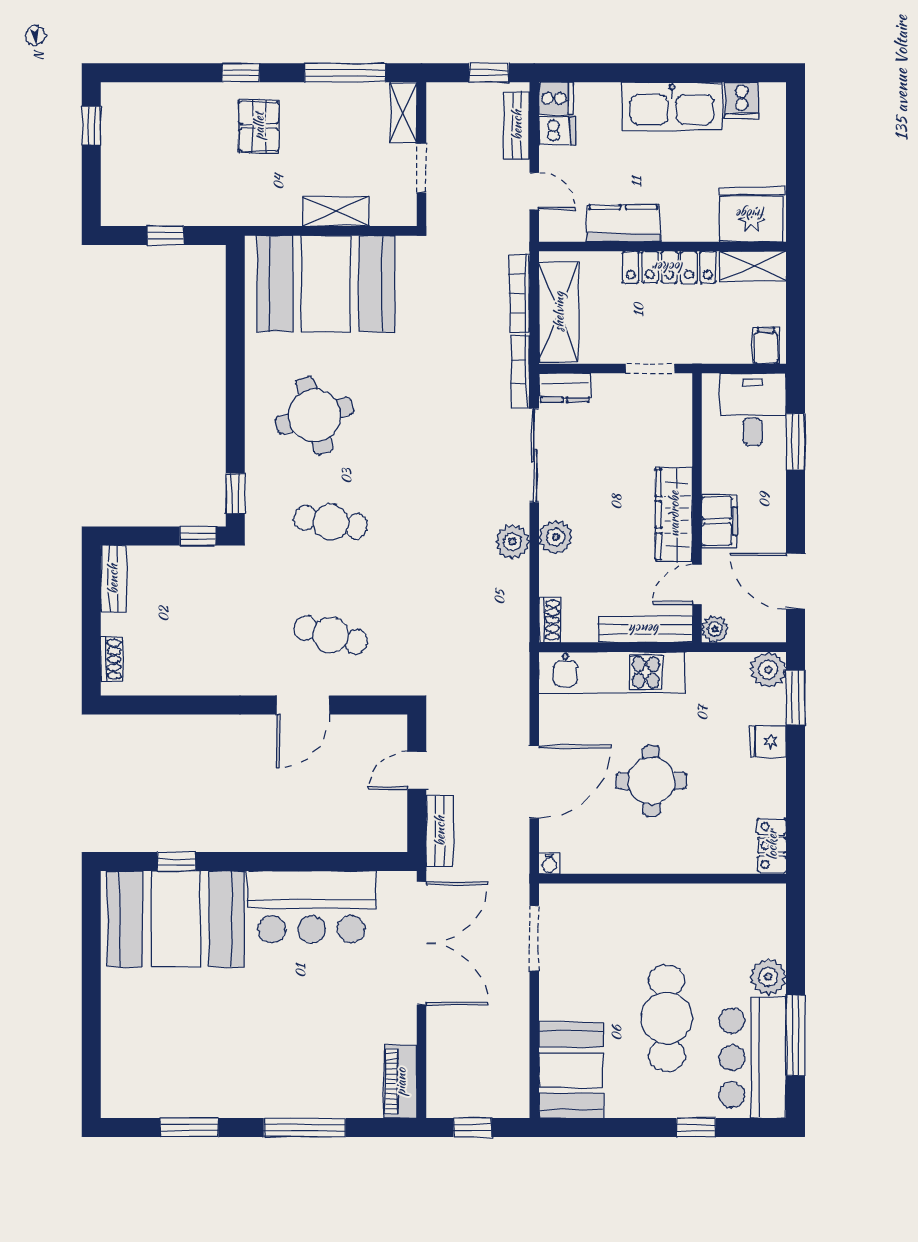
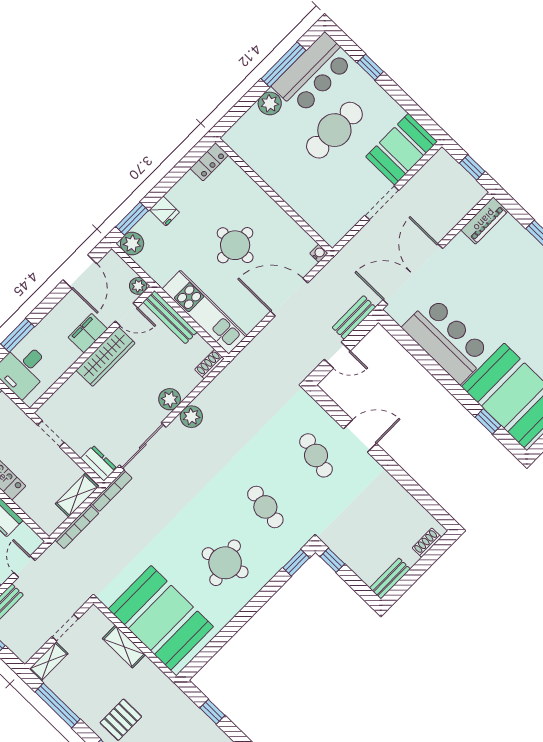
shelving: (559, 312) -> (77, 495), width x0.67, depth x0.75
doorway: (534, 938) -> (382, 203), moved

